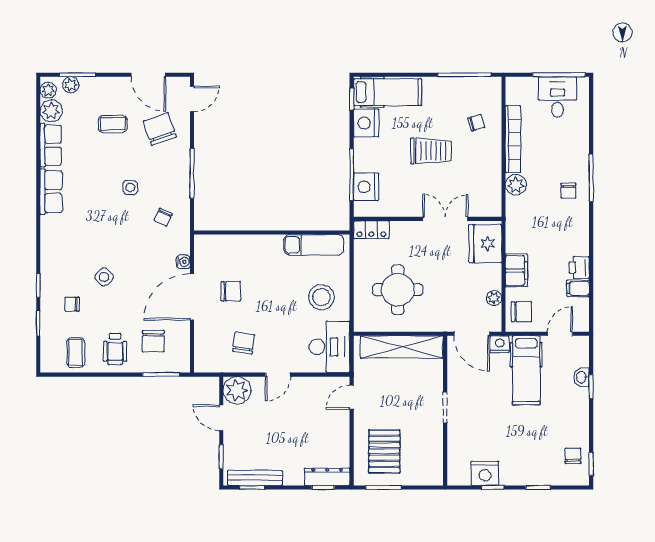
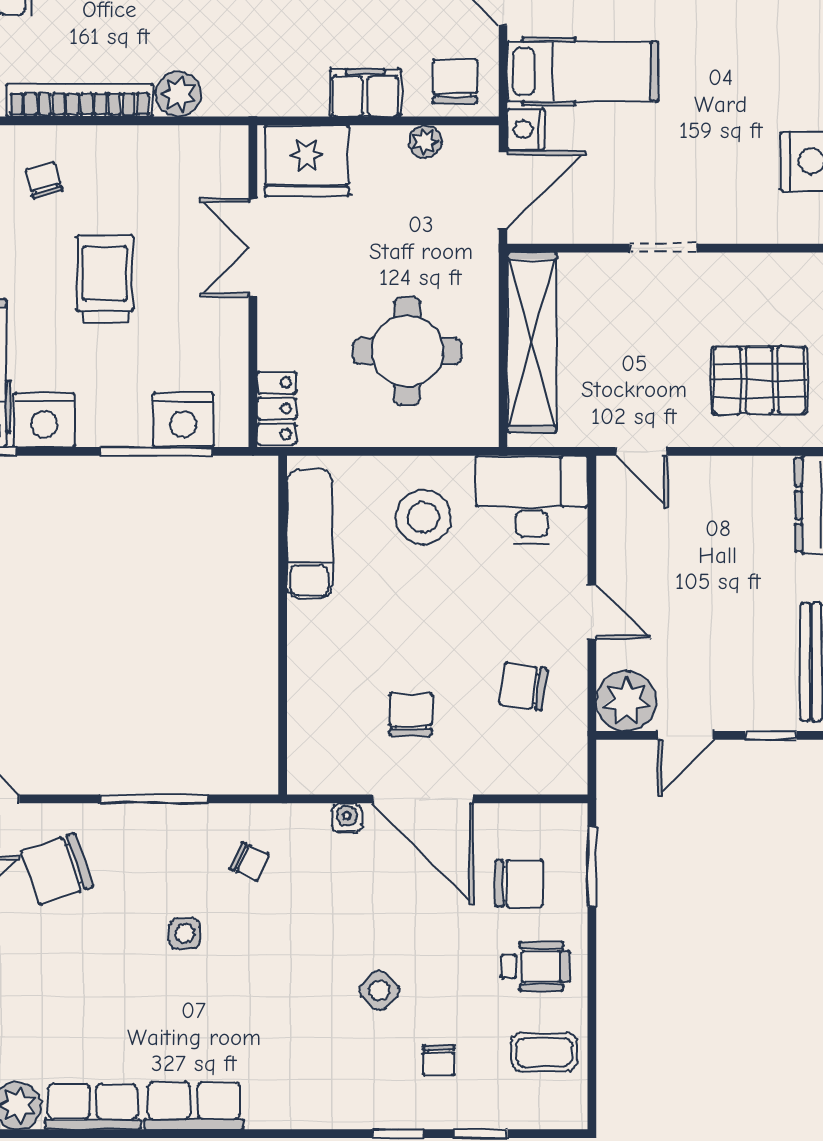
coffee table: (113, 124) -> (46, 971), removed

